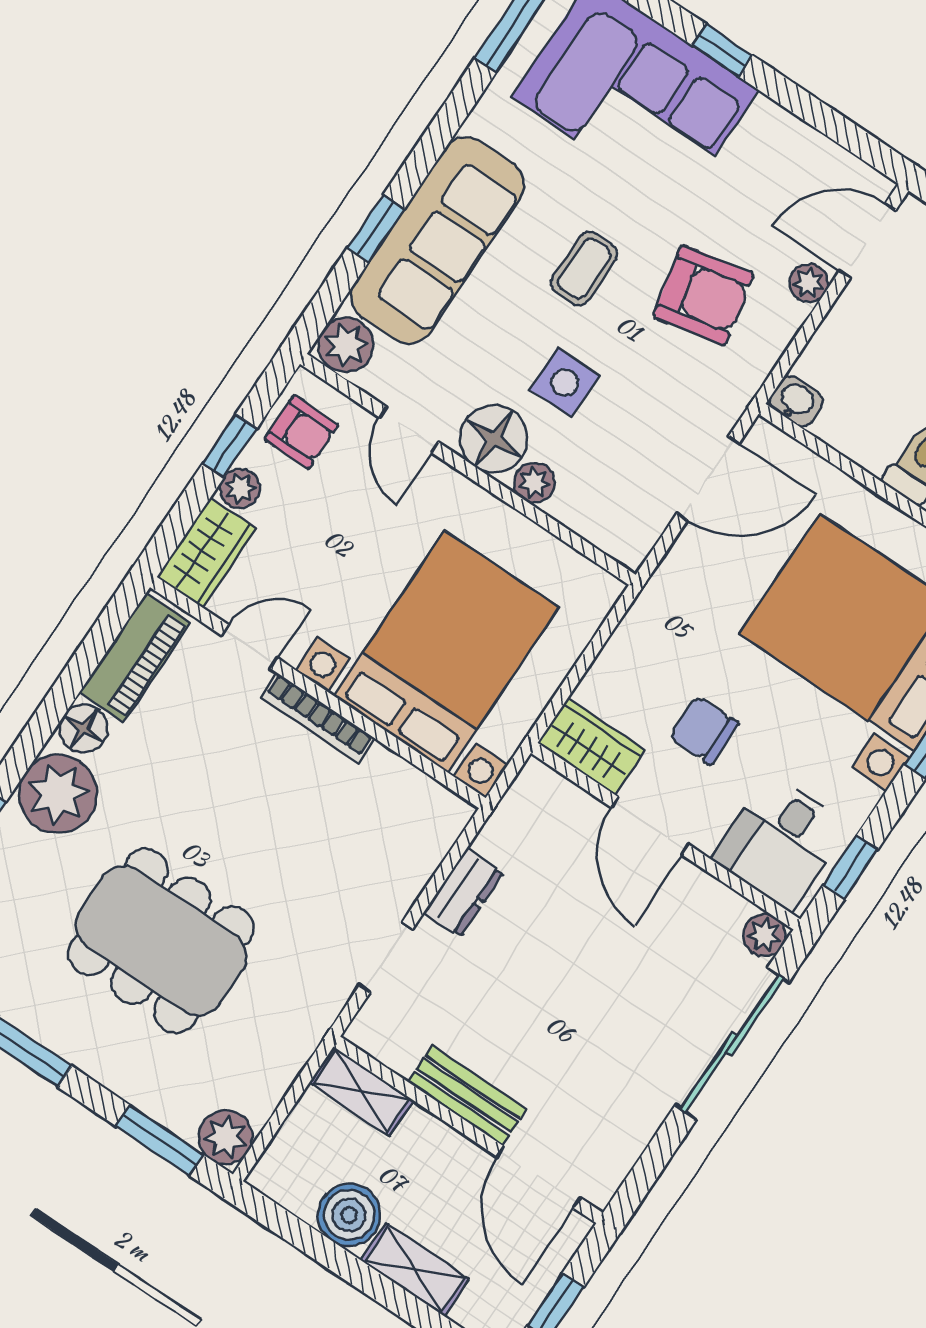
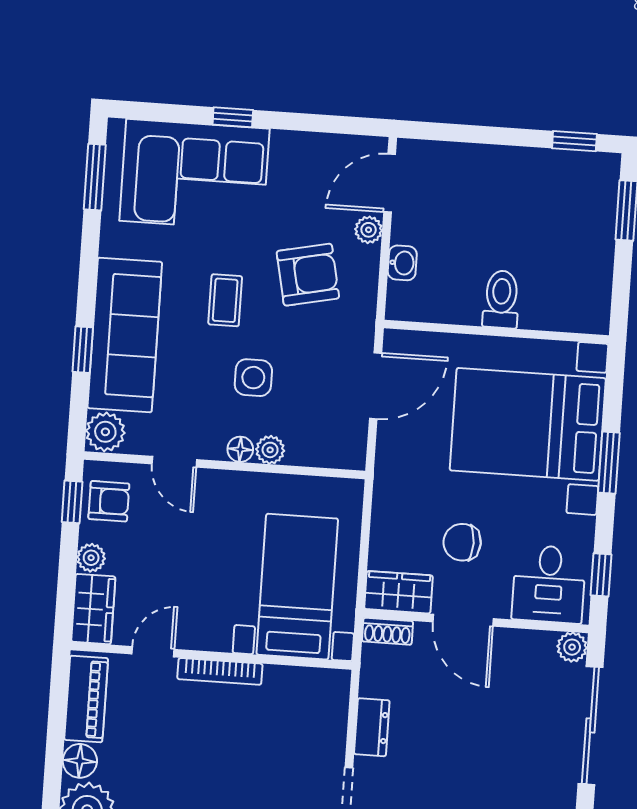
washbasin: (796, 401) -> (402, 263), moved, turned 90
floor lamp: (494, 439) -> (240, 449), width x0.53, depth x0.53
window: (230, 446) -> (72, 502), moved
bed with nightstands: (446, 652) -> (297, 587), width x0.73
shoe rack: (550, 786) -> (387, 631), added

